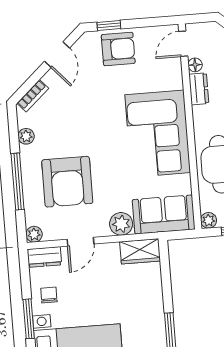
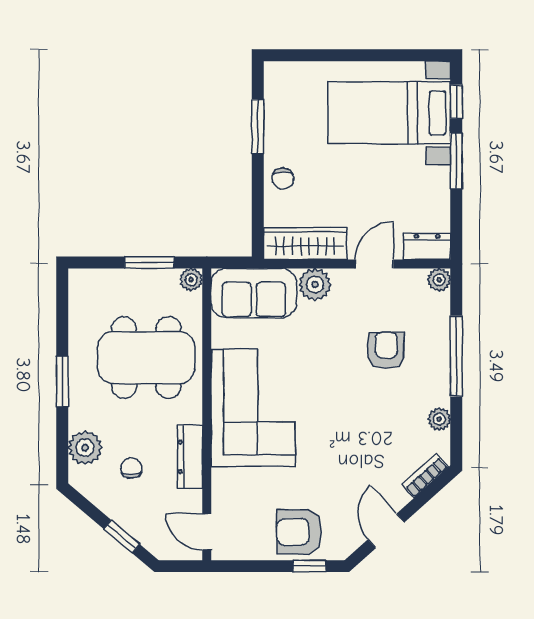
door: (183, 44) -> (207, 532), swing flipped
floor lamp: (195, 65) -> (192, 501), removed
dresser: (199, 89) -> (190, 457), width x1.44
armchair: (67, 182) -> (386, 350), width x0.53, depth x0.53
wardrobe: (140, 251) -> (305, 244), width x1.50
chair: (49, 295) -> (283, 179), moved

